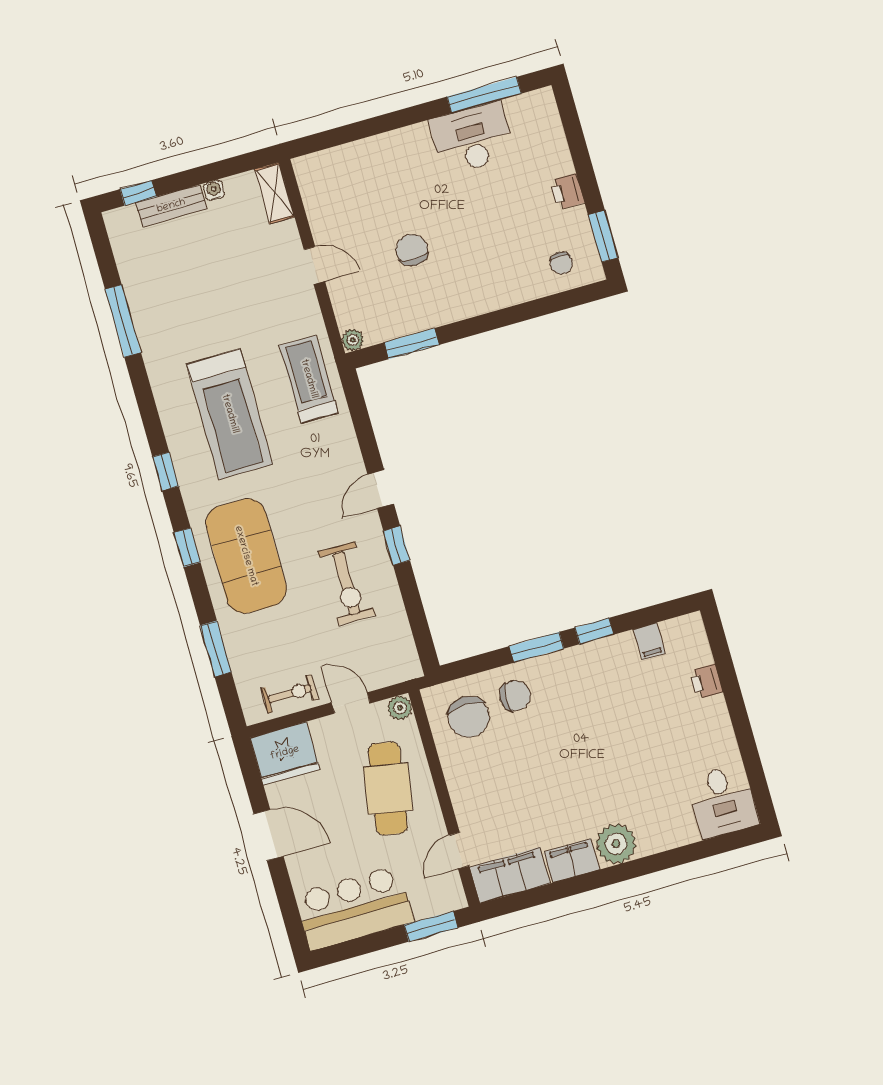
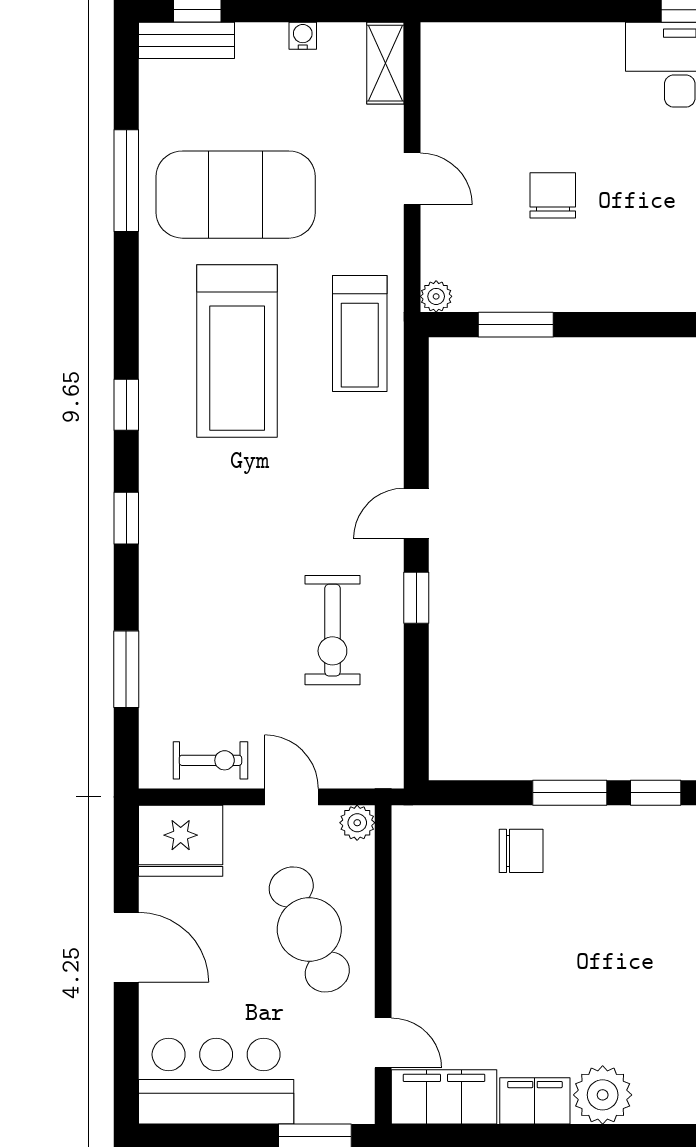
bench: (171, 206) -> (187, 40), moved
treadmill: (309, 379) -> (360, 334), turned 180
exercise mat: (246, 556) -> (236, 195), moved, turned 90
chair: (469, 717) -> (449, 862), removed
cafe table: (388, 788) -> (309, 929), turned -33
door: (459, 851) -> (383, 1043), swing flipped

